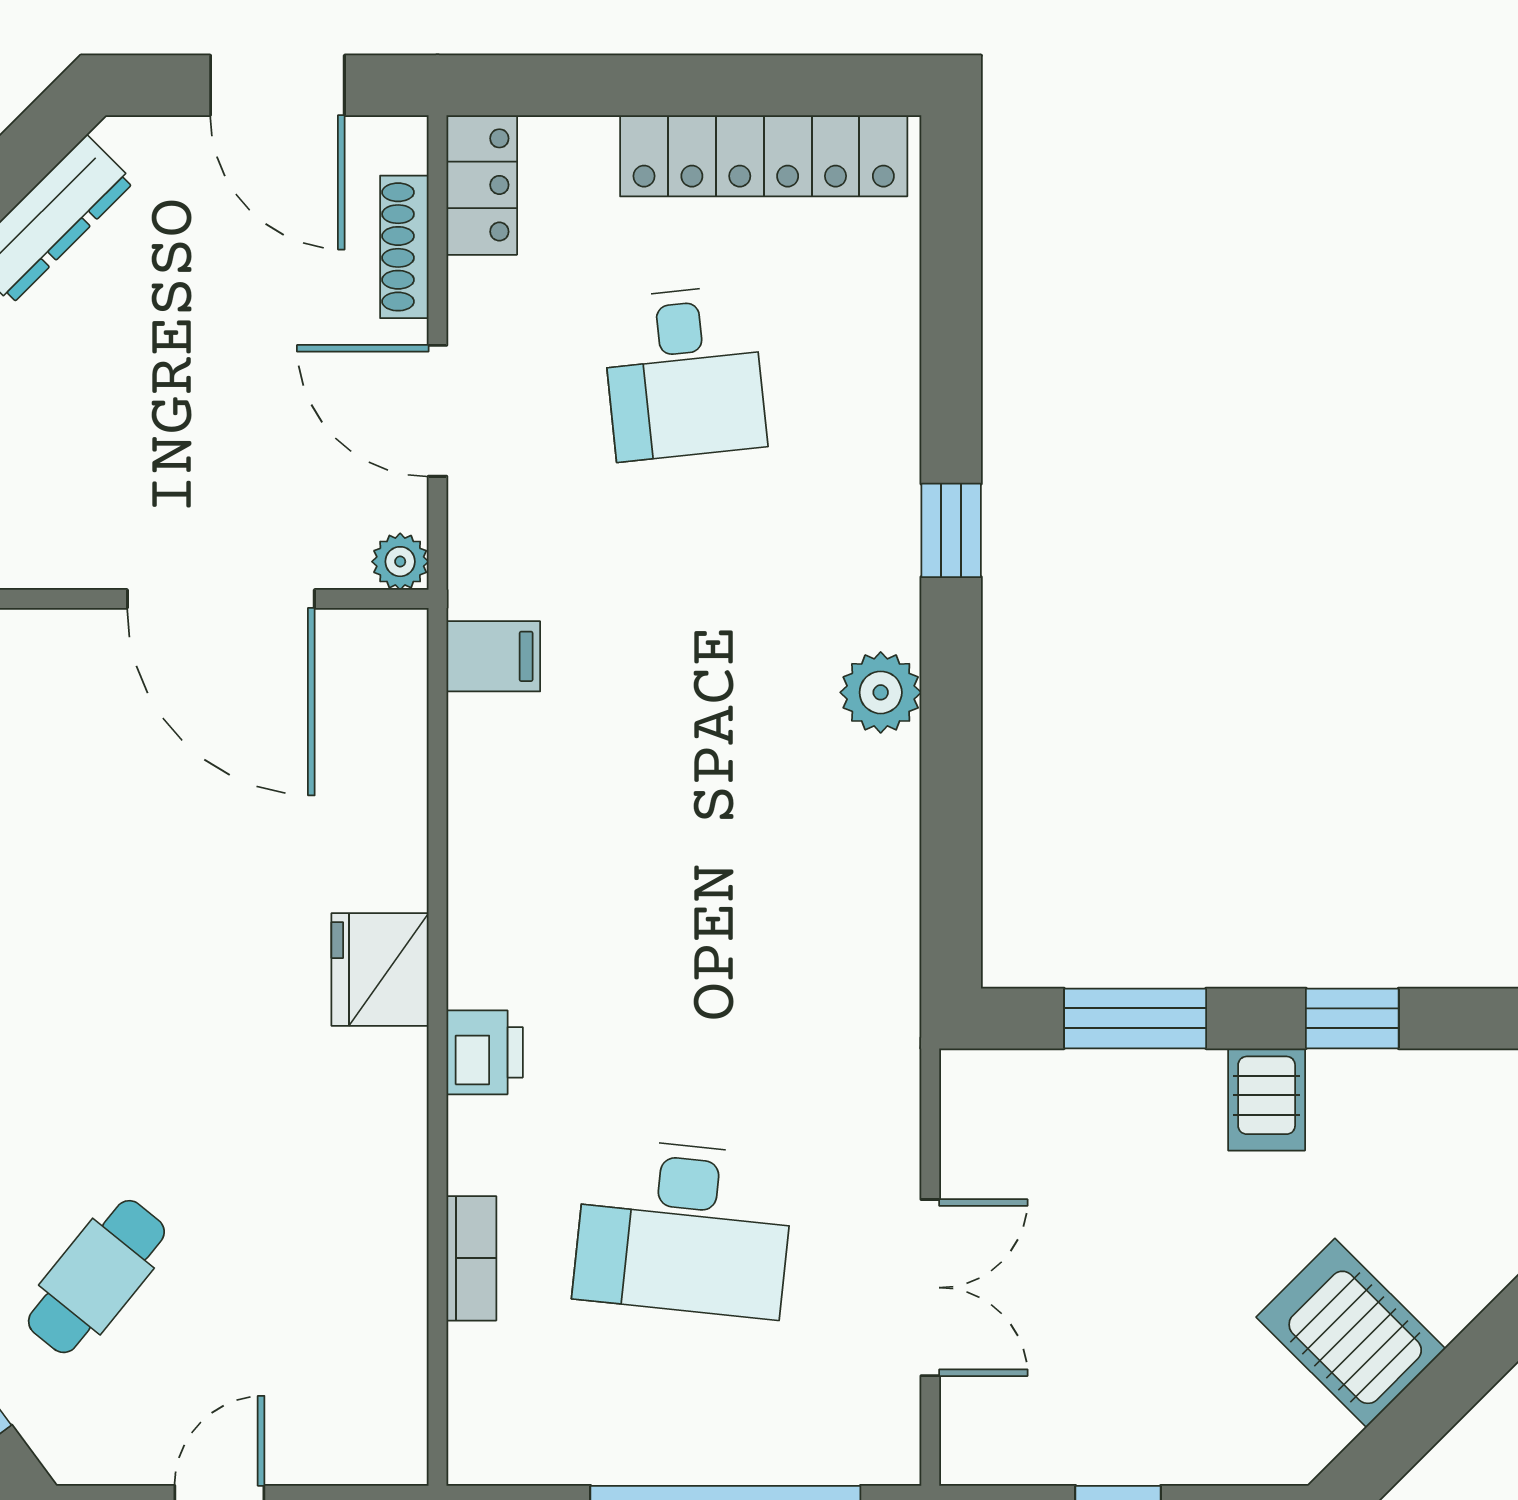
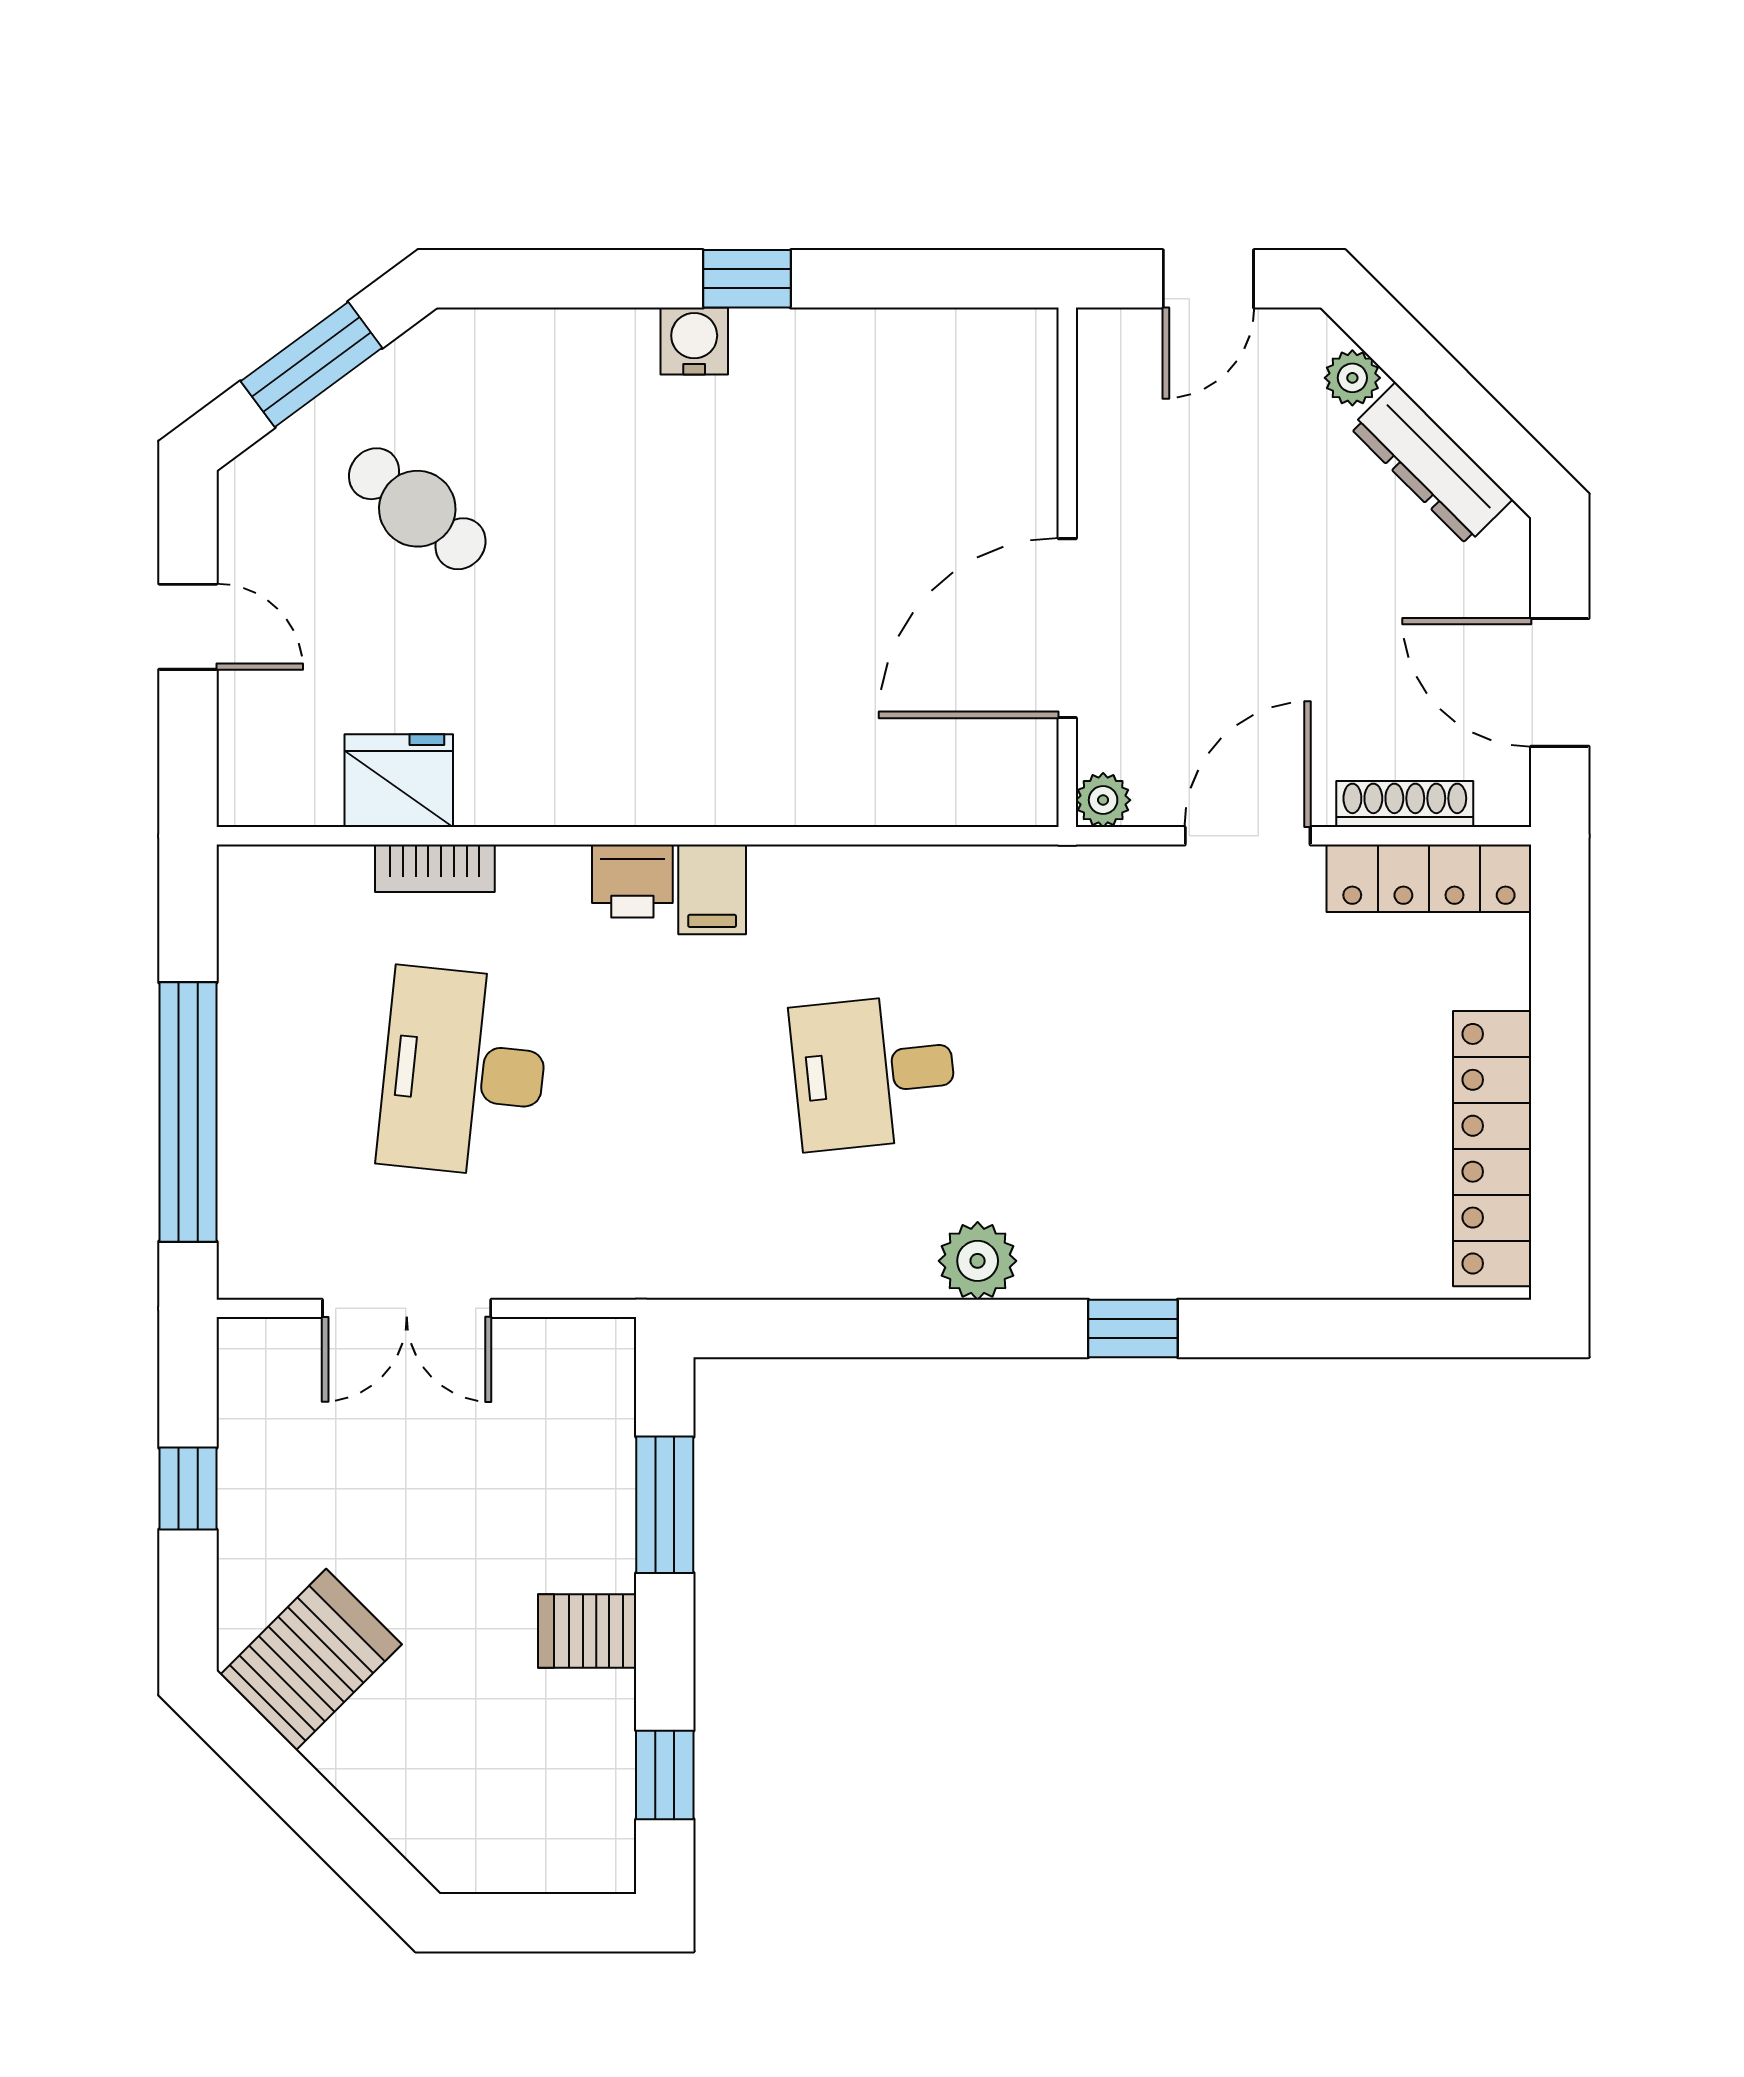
door: (277, 85) -> (1560, 682), hinge flipped
locker: (482, 185) -> (1429, 878), width x1.53
desk: (684, 373) -> (874, 1072), moved
filing cabinet: (493, 656) -> (712, 889), moved
fridge: (380, 969) -> (399, 781), moved
window: (1352, 1018) -> (665, 1775), moved
server rack: (1351, 1333) -> (311, 1660), moved

